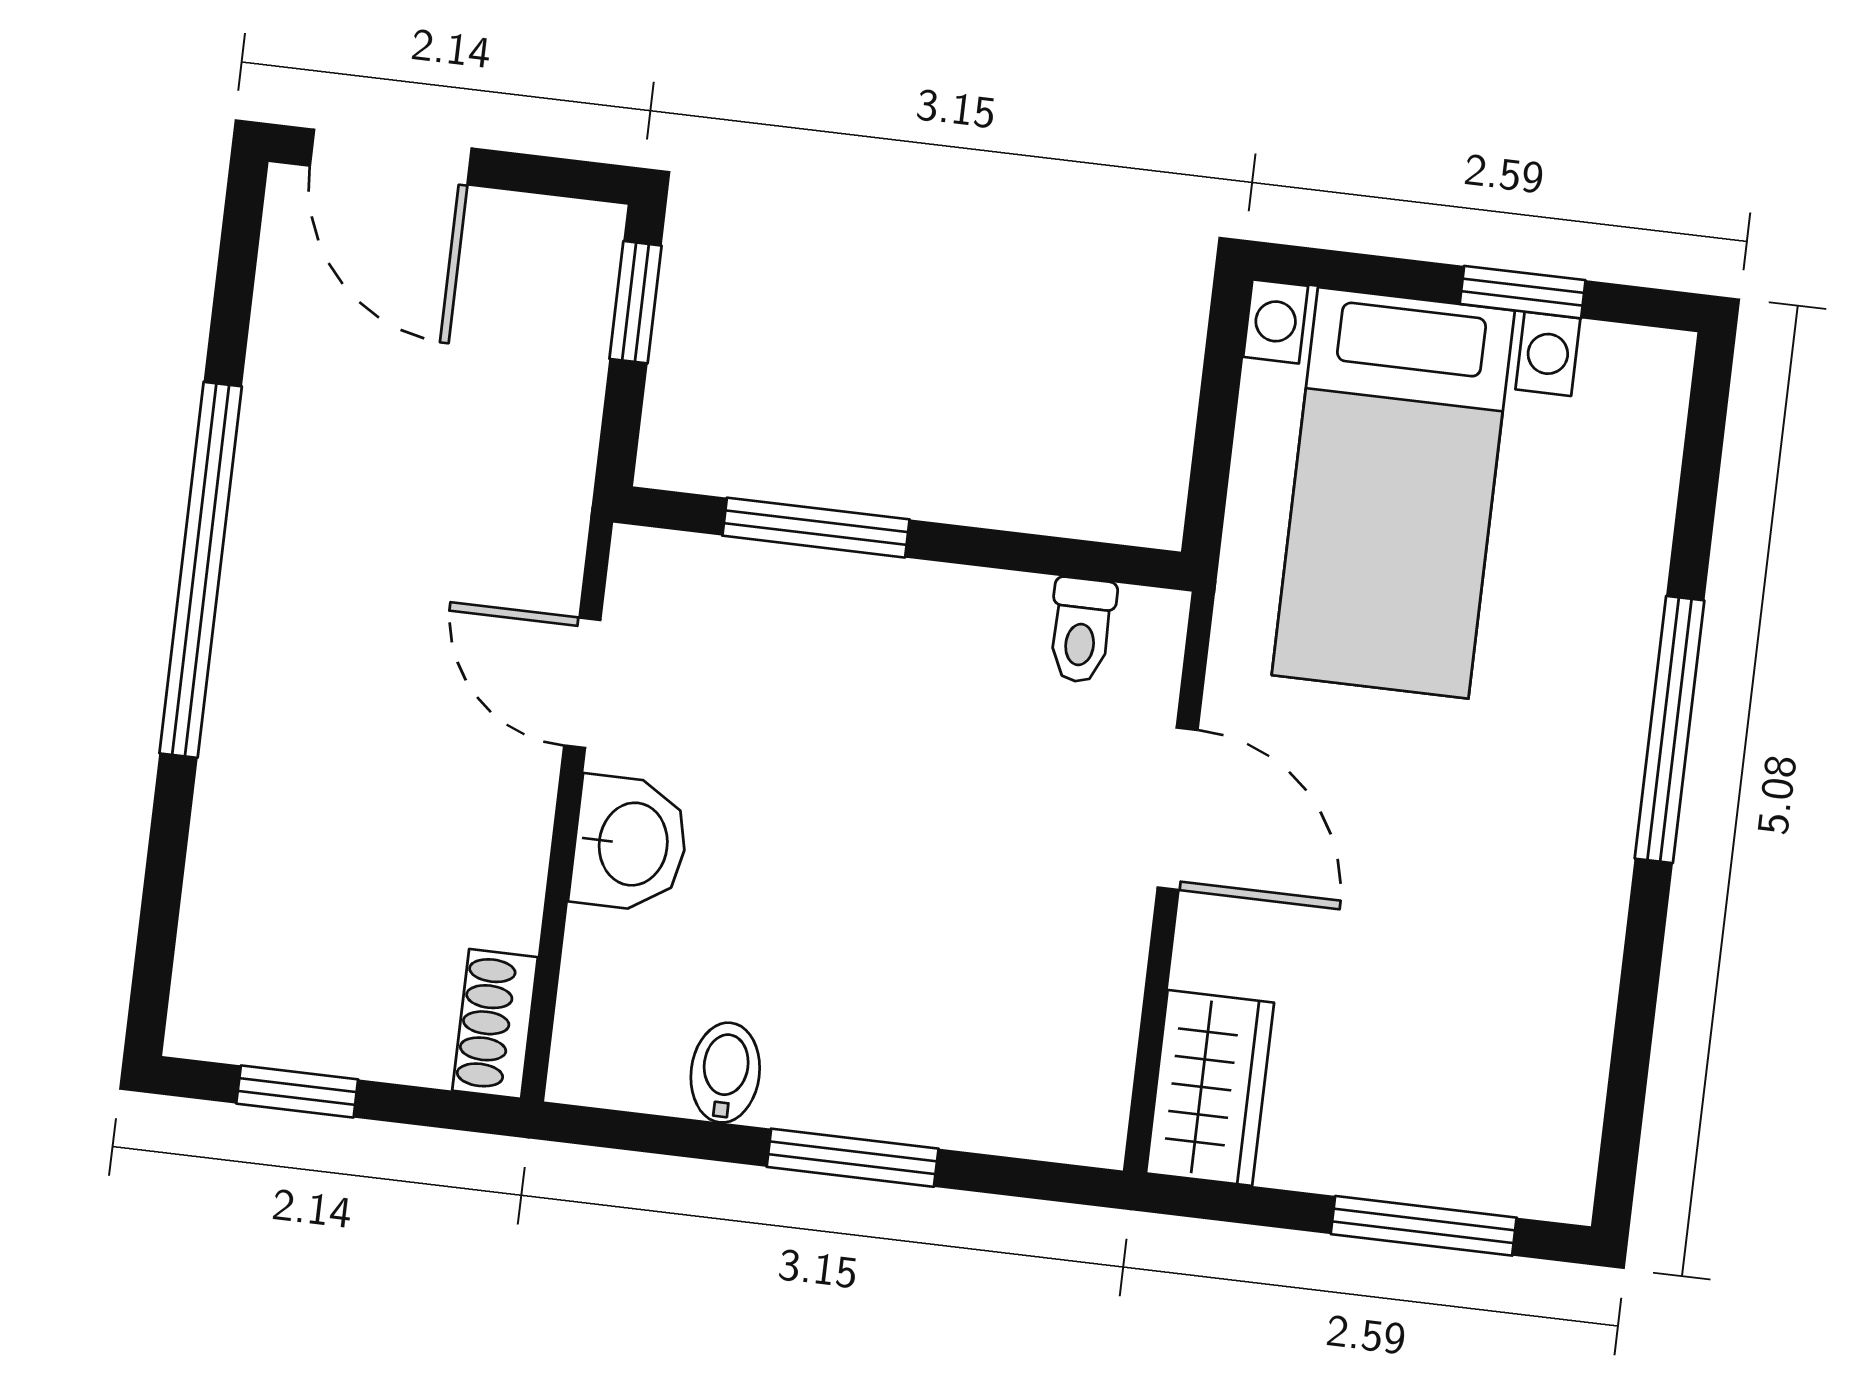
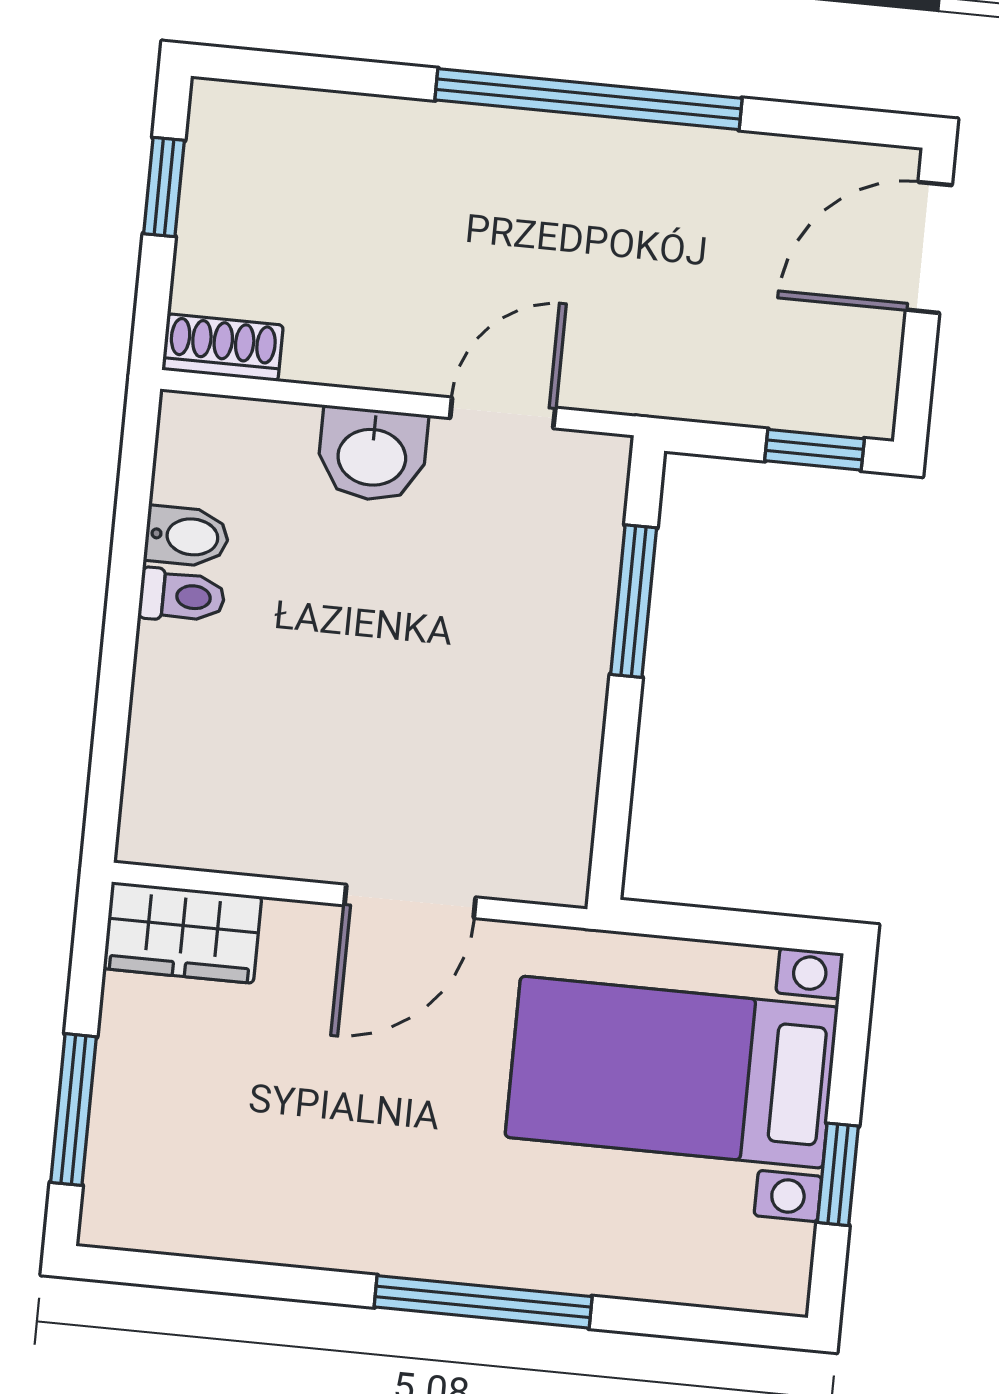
toilet: (1081, 630) -> (182, 596), moved, turned 180
window: (853, 1158) -> (119, 642), removed

